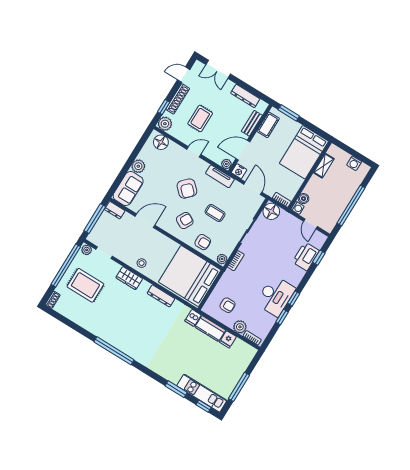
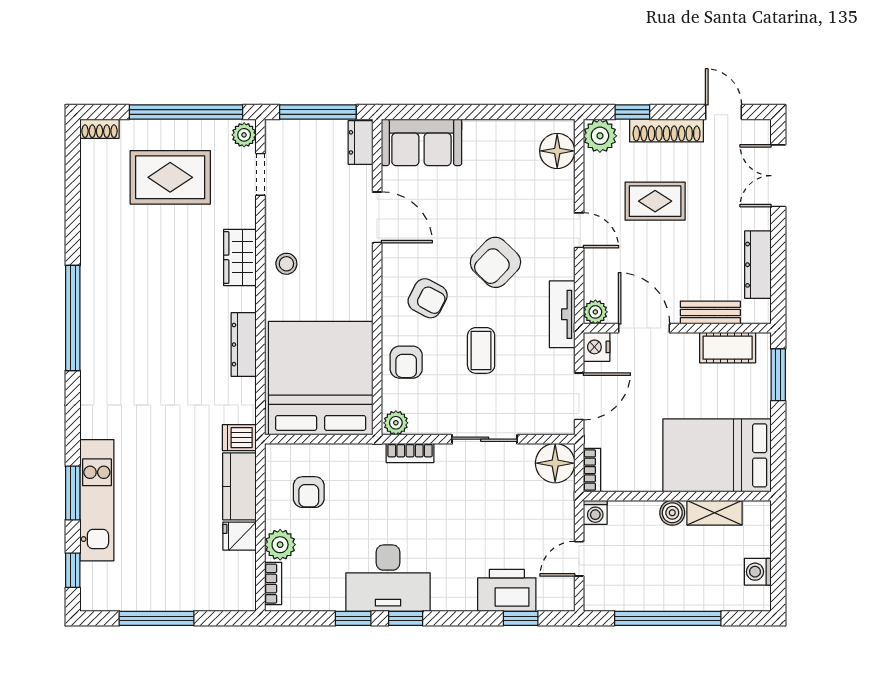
plant: (138, 166) -> (480, 135), removed
boiler: (304, 199) -> (672, 513), moved
rug: (85, 285) -> (170, 177), turned 90
kitchen unit: (202, 393) -> (97, 500), moved

